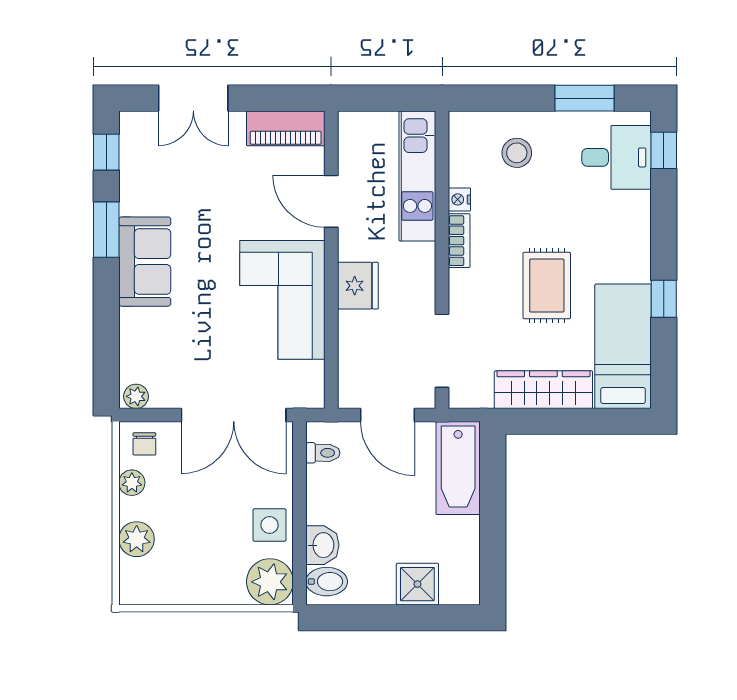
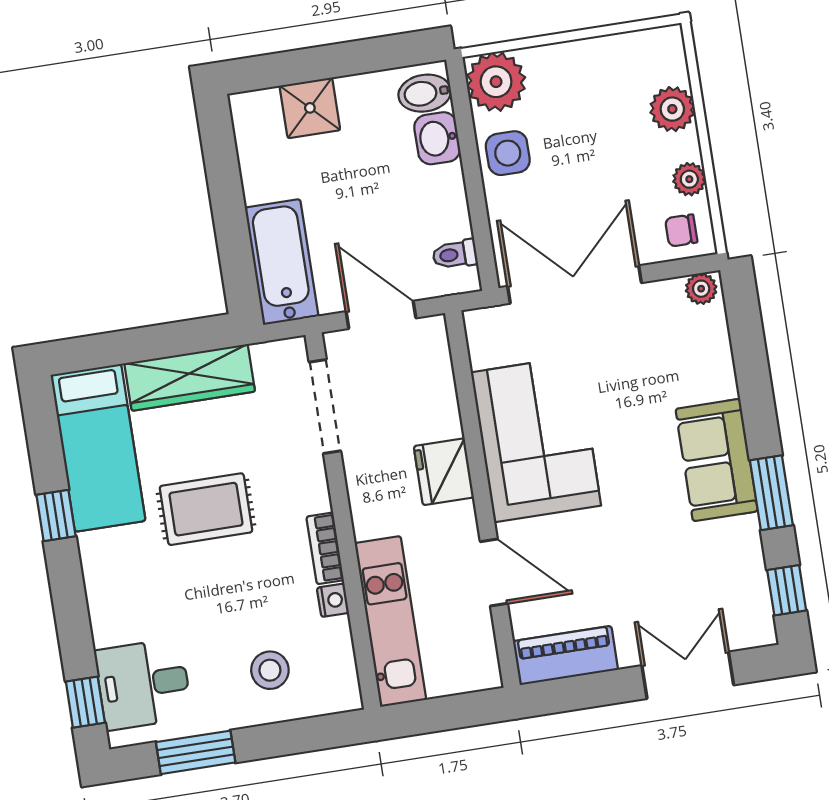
rug: (547, 286) -> (206, 509), turned 90
chair: (144, 444) -> (681, 230), turned -90

